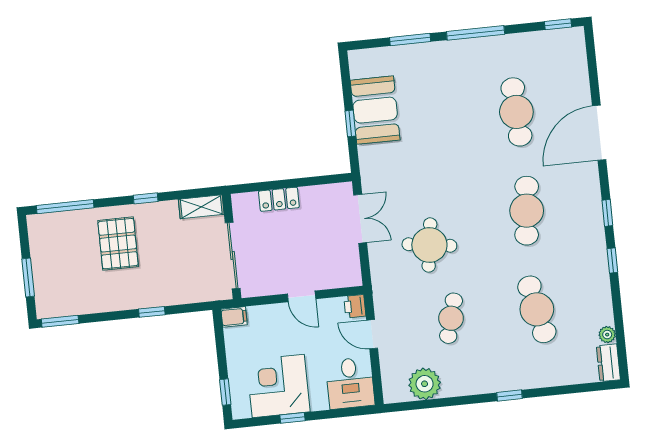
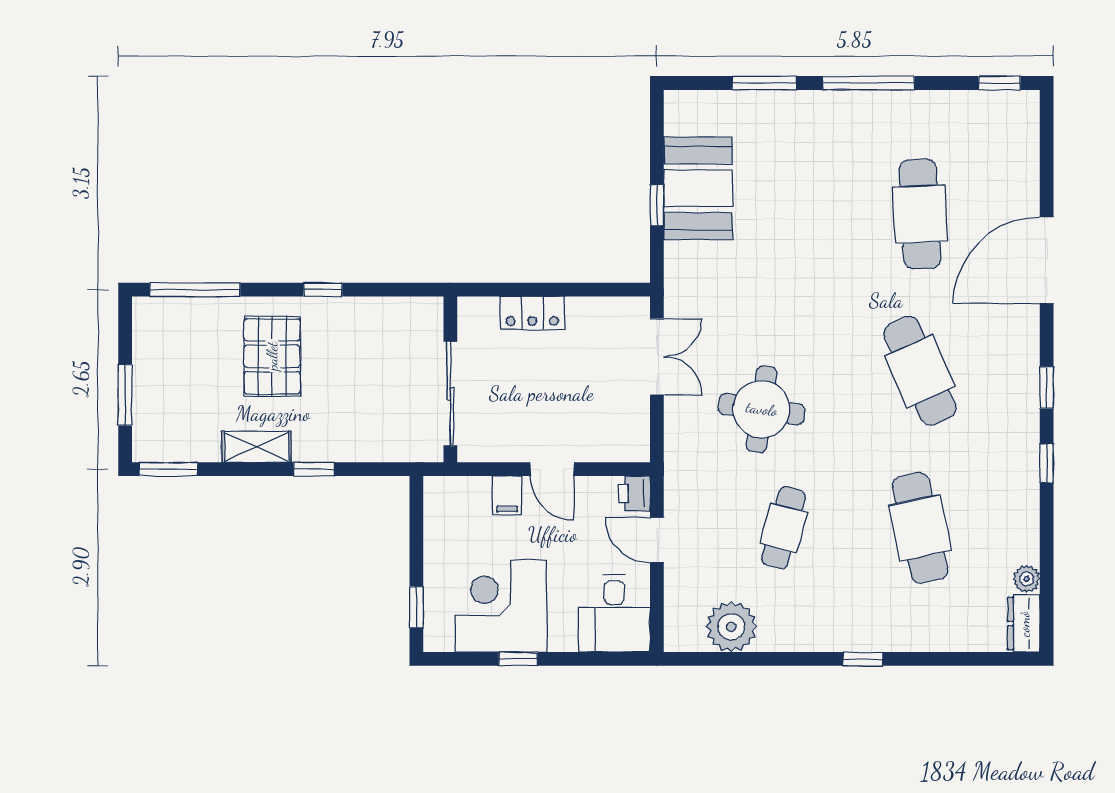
shelving: (201, 207) -> (256, 447), moved
cafe table: (527, 211) -> (920, 371), turned -30
filing cabinet: (234, 317) -> (507, 495), moved, turned 90

